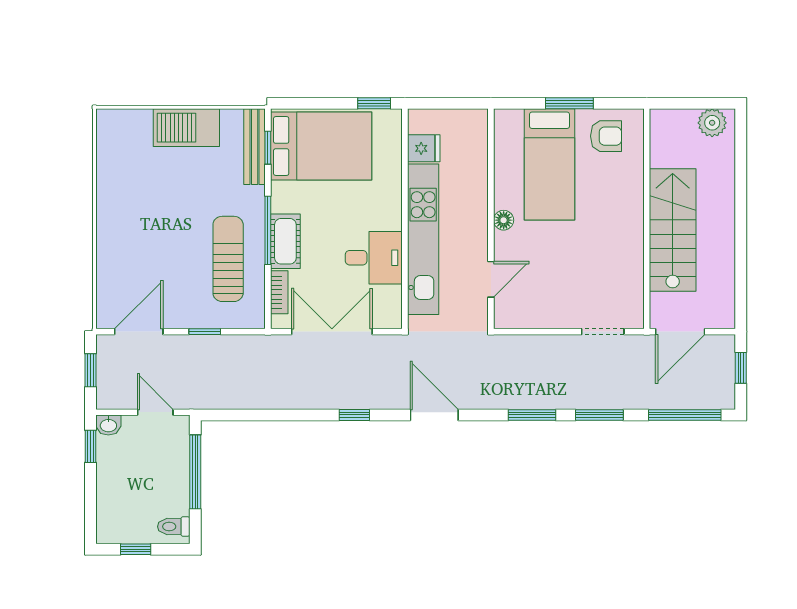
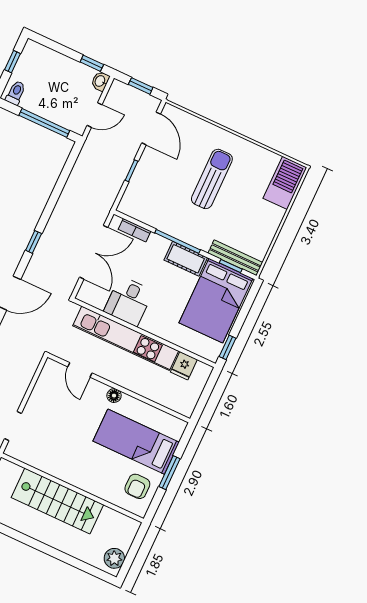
barbecue: (186, 128) -> (285, 183), moved
cot: (285, 241) -> (186, 259), moved
sun lounger: (228, 259) -> (212, 179), moved, turned -90

